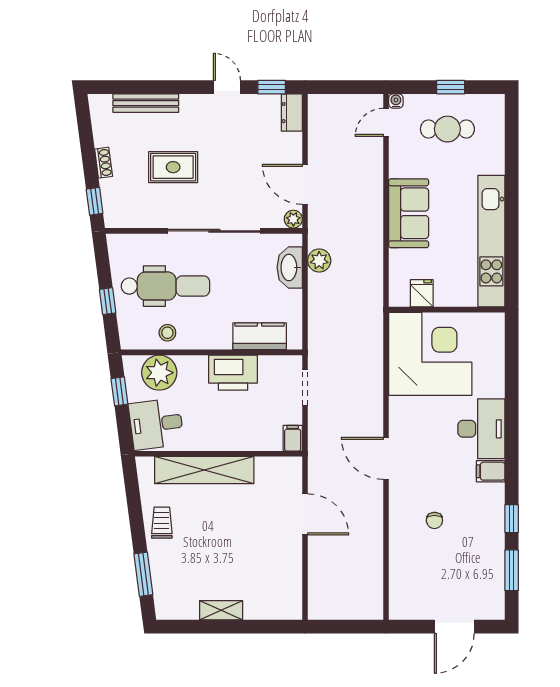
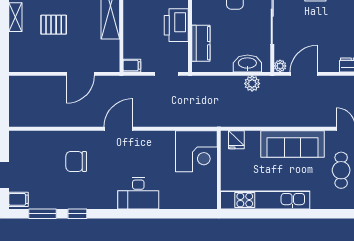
sofa: (409, 213) -> (292, 144), width x1.36
fridge: (422, 293) -> (236, 140), moved, turned 90
corner desk: (430, 354) -> (196, 151), width x0.74, depth x0.74
filing cabinet: (491, 471) -> (19, 199), moved, turned 90
chair: (434, 520) -> (76, 161), width x1.87, depth x1.87
pallet: (232, 554) -> (54, 25), added

